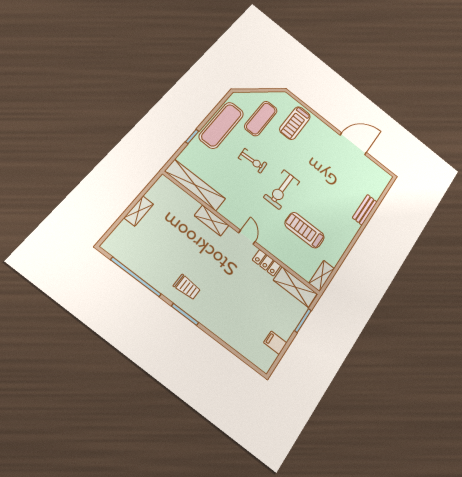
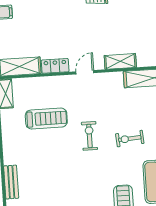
exercise bike: (282, 189) -> (89, 136), width x0.73, depth x0.72
door: (247, 237) -> (85, 72), swing flipped

